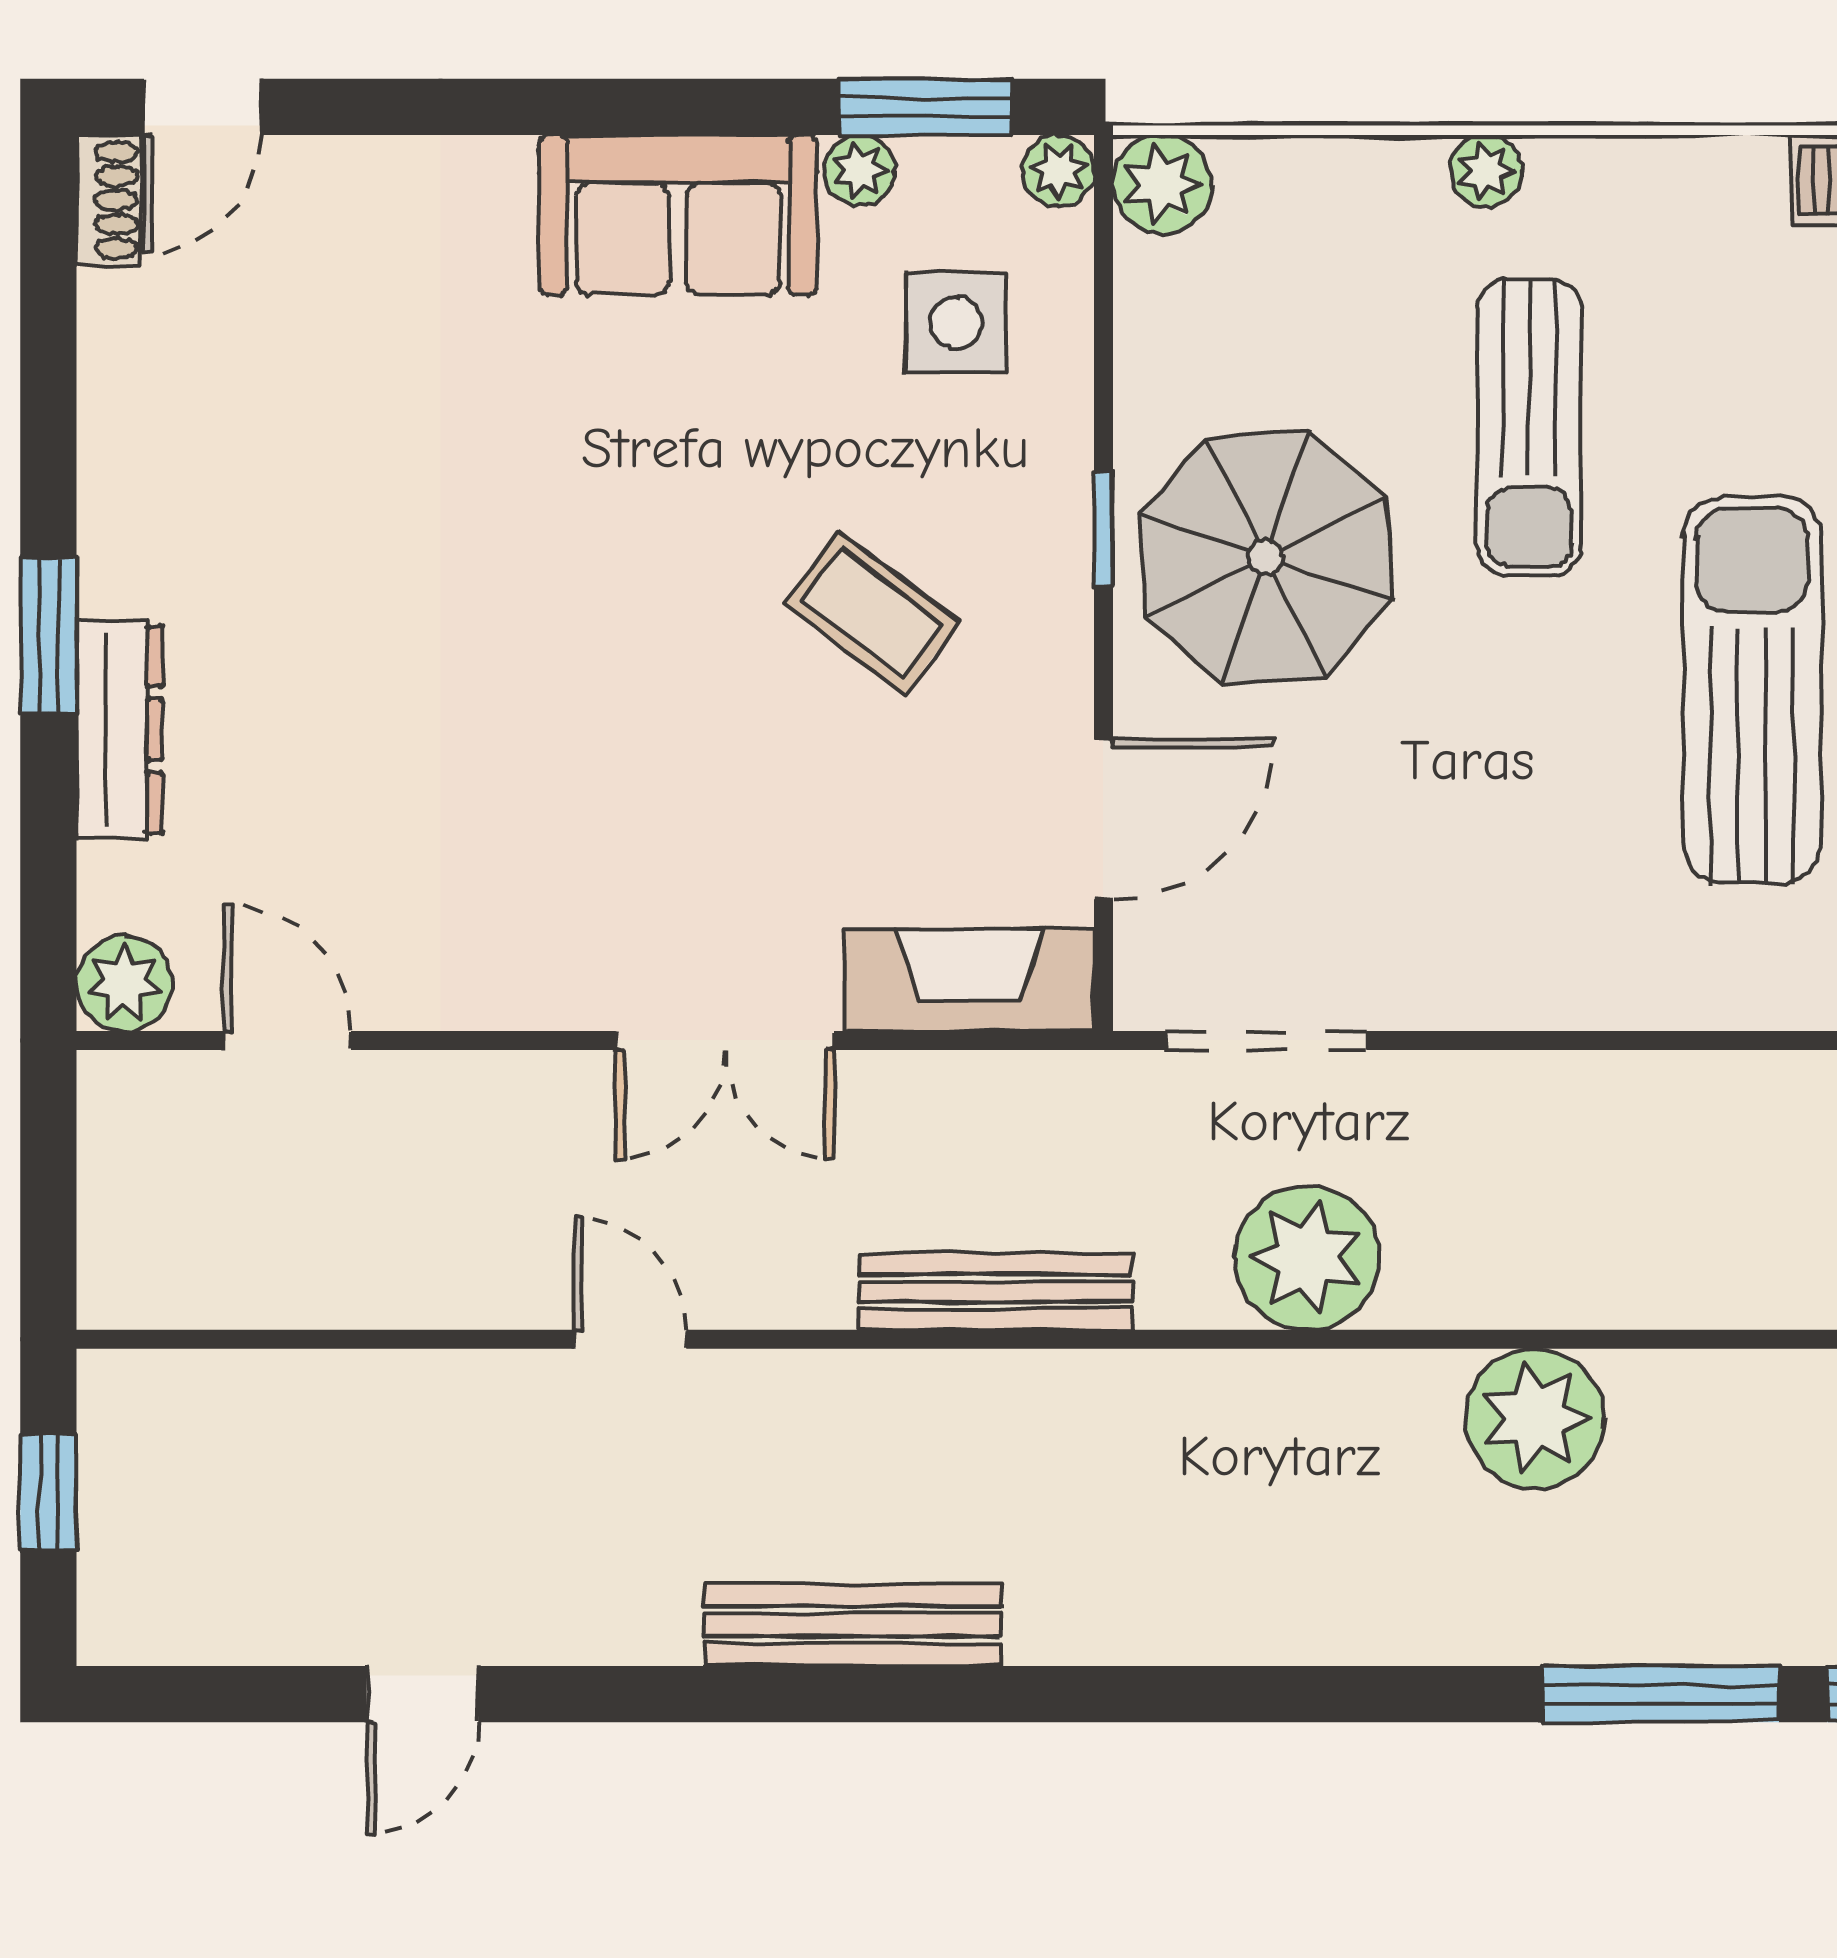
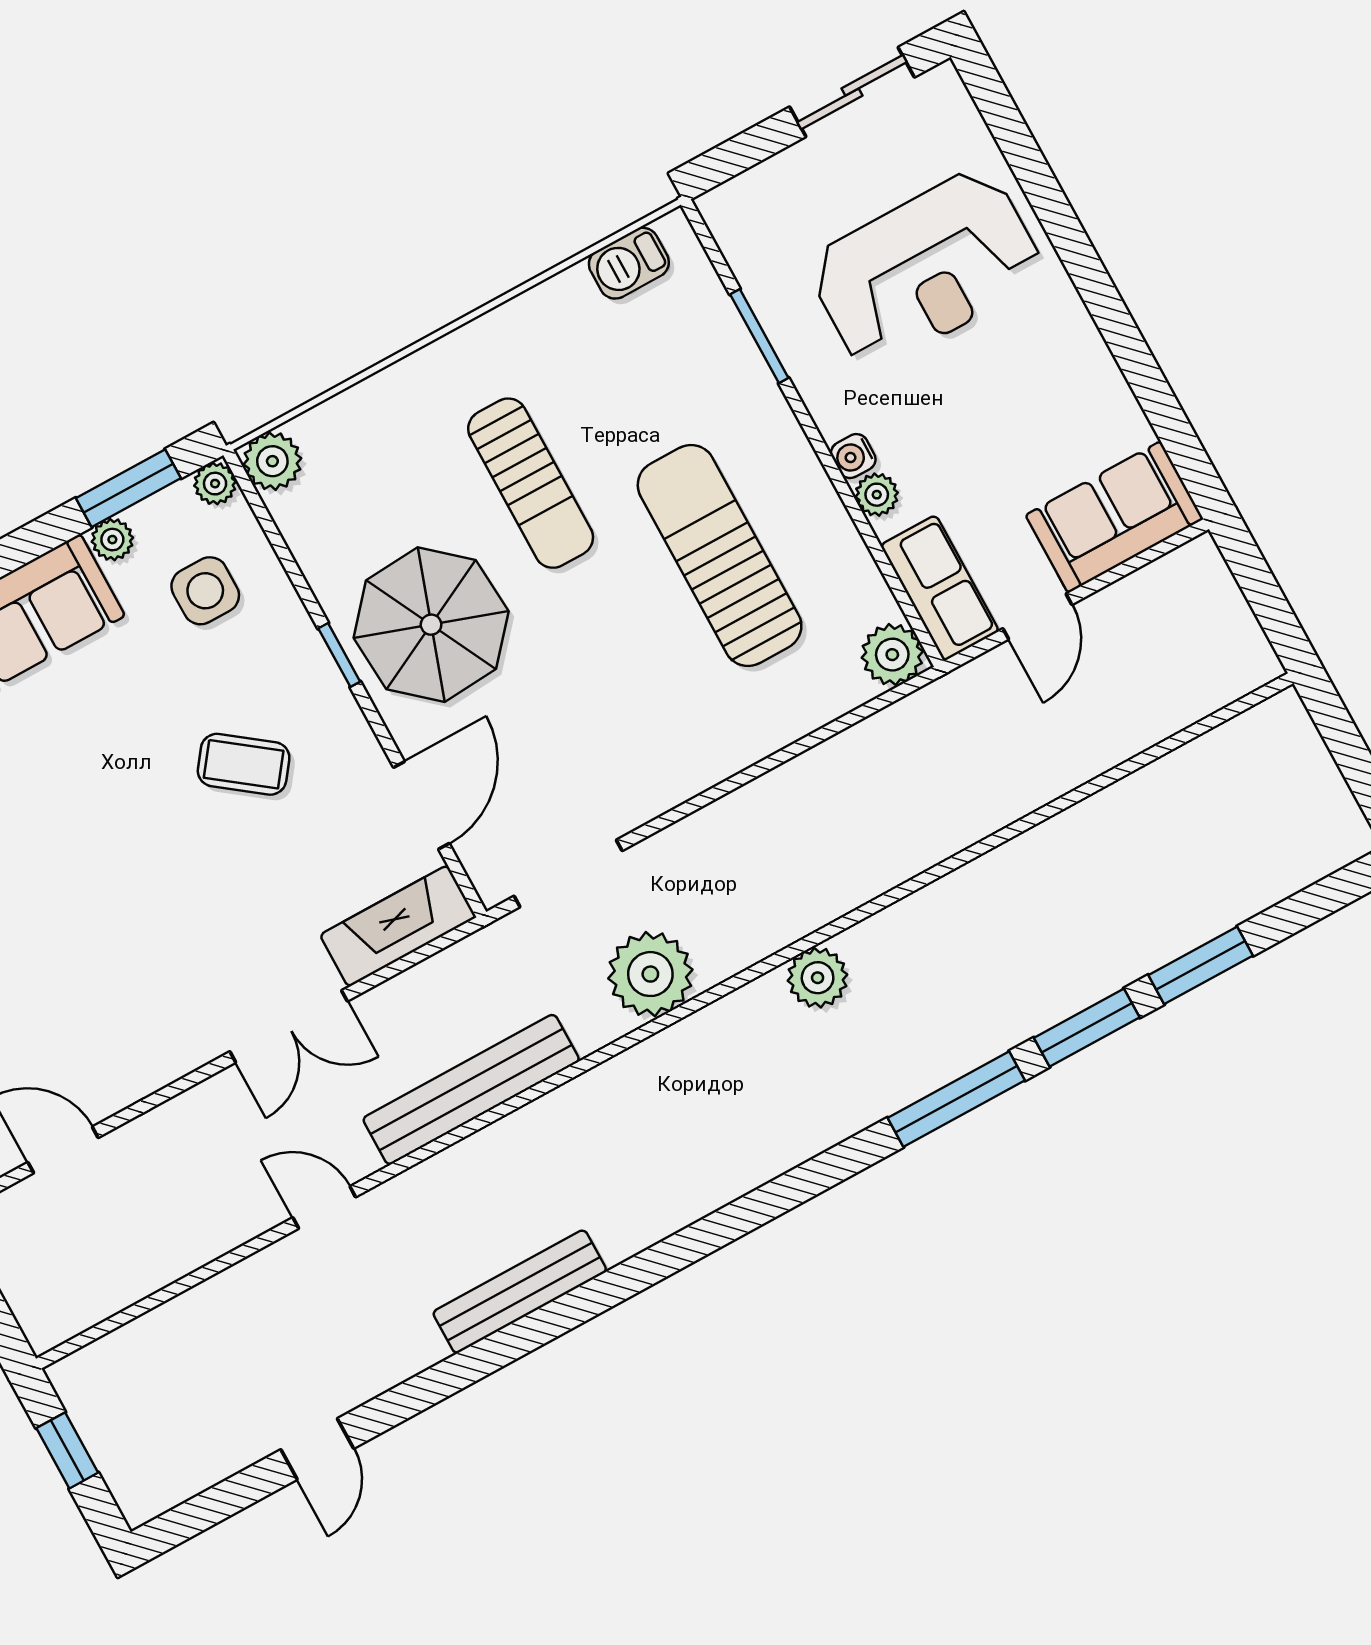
plant: (1486, 171) -> (436, 363), removed
bench: (996, 1292) -> (471, 1089), width x1.37, depth x1.21
plant: (1535, 1418) -> (818, 978), width x0.73, depth x0.73

